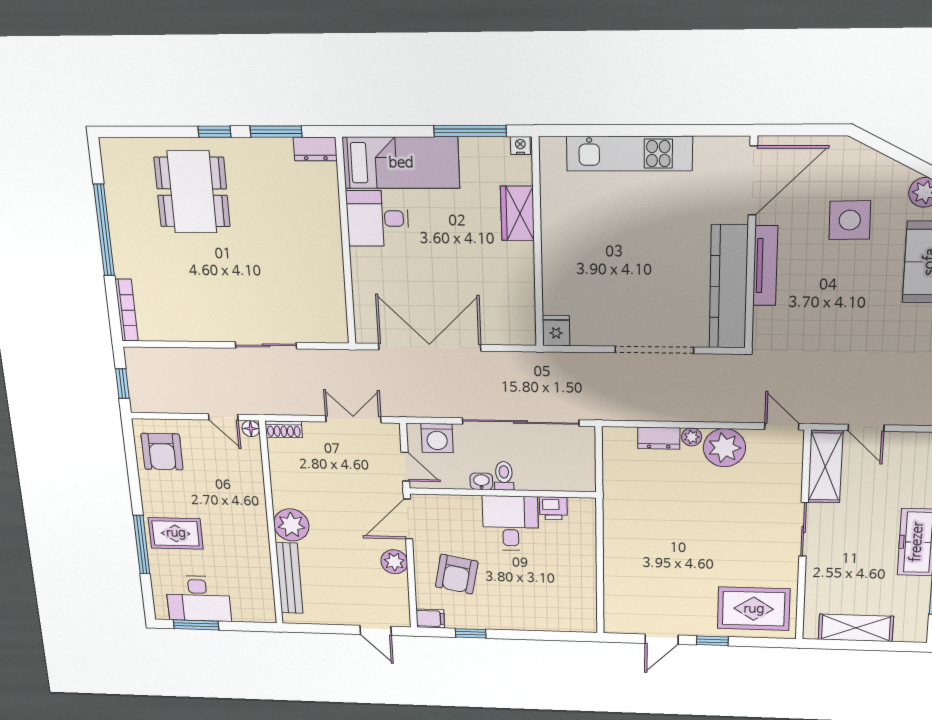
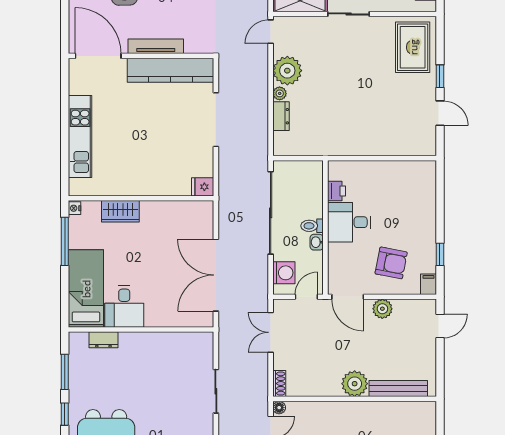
dresser: (315, 149) -> (103, 340), moved, turned 90

